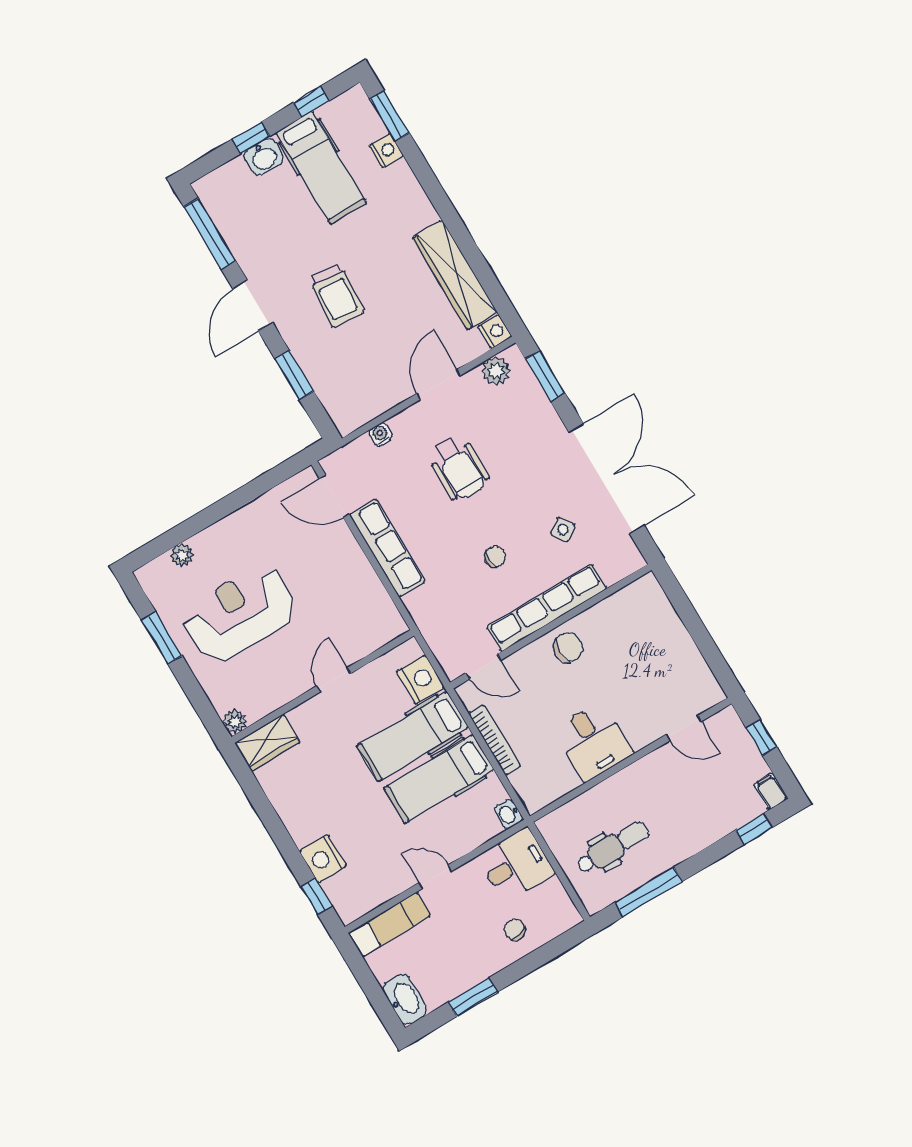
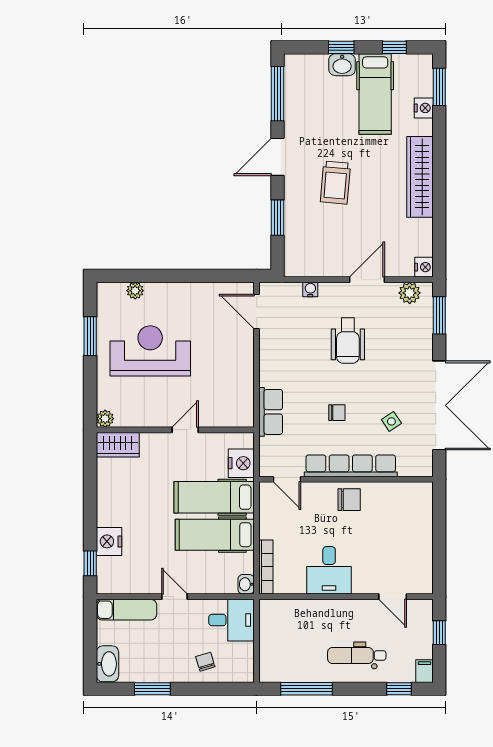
wardrobe: (455, 275) -> (420, 177), moved
row of seats: (387, 548) -> (271, 412), moved, width x0.68
bookcase: (495, 740) -> (266, 567), moved
dental chair: (613, 847) -> (357, 655), moved, turned 180

